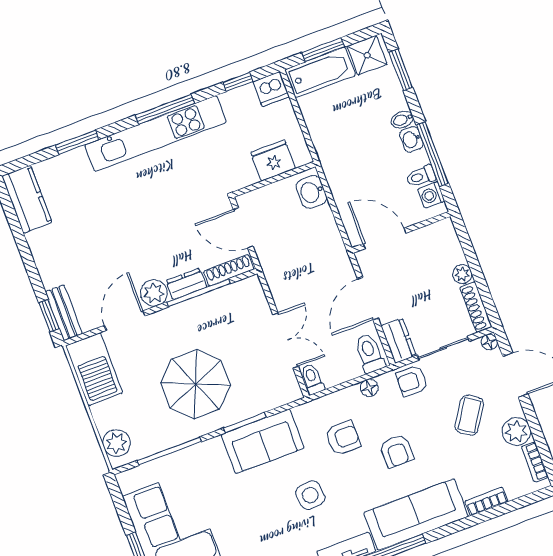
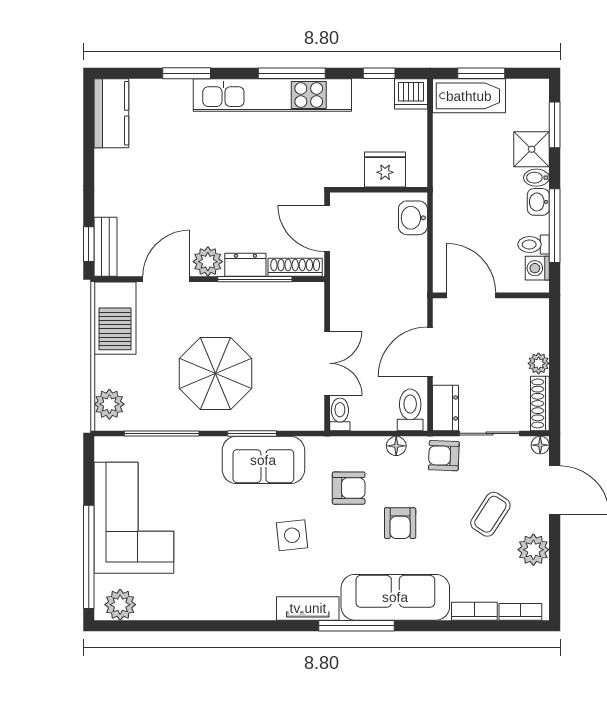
shower: (367, 55) -> (532, 149), moved
bookcase: (535, 462) -> (520, 612), moved, turned 90

